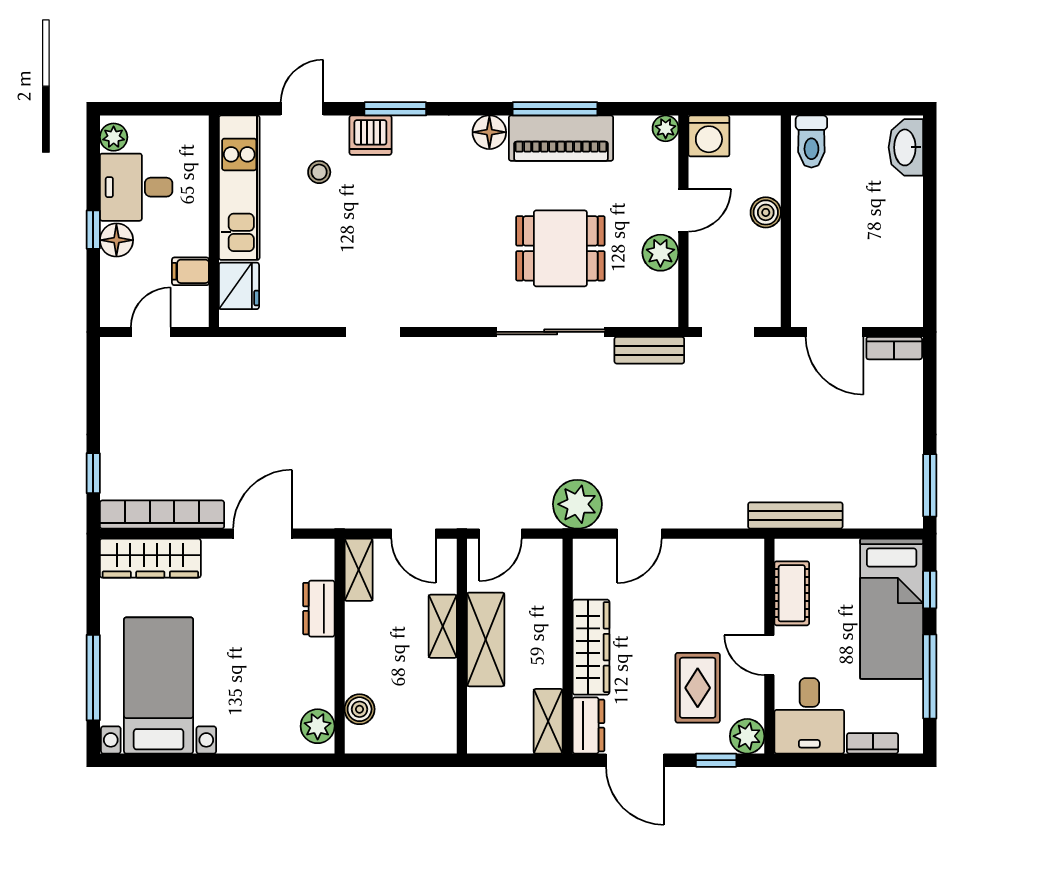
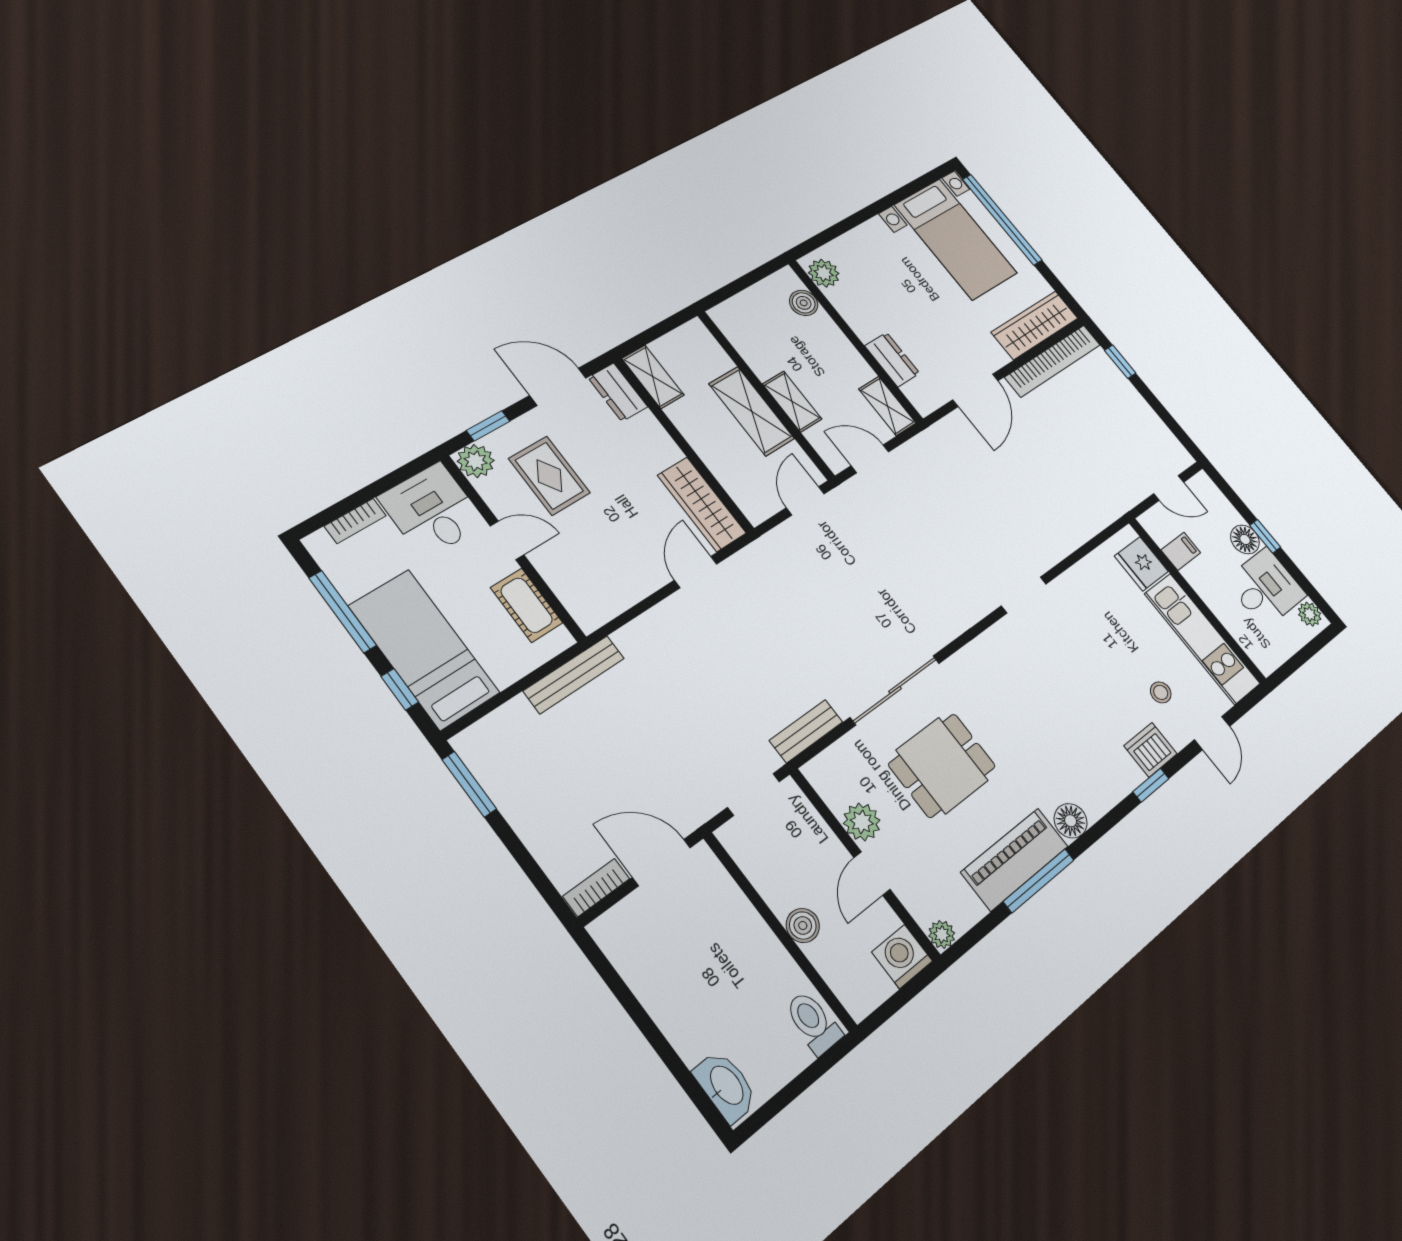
window: (395, 109) -> (1151, 785), width x0.67
door: (151, 332) -> (1169, 488), hinge flipped
plant: (577, 504) -> (764, 563), removed
wardrobe: (591, 647) -> (702, 504), moved
window: (93, 678) -> (1002, 220), width x1.46

